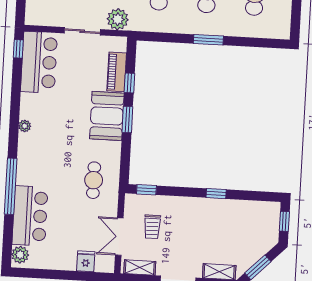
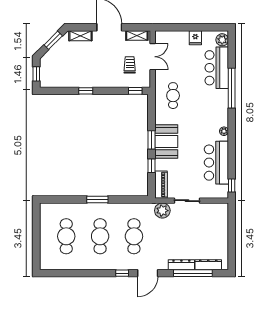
bar counter: (39, 62) -> (216, 163), moved
piano: (117, 72) -> (161, 185), moved
fridge: (86, 261) -> (195, 38), moved

